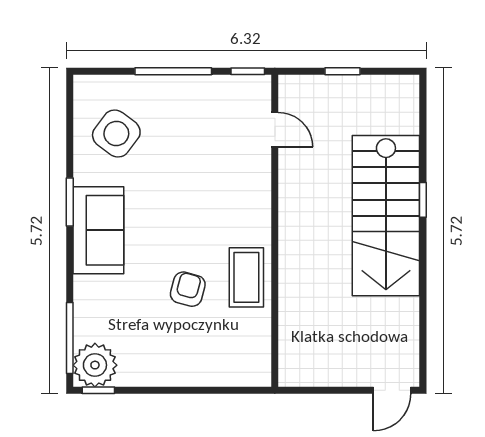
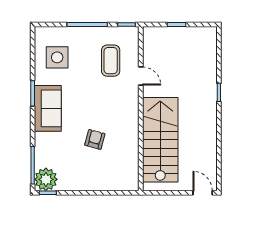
door: (275, 130) -> (141, 76), moved
side table: (116, 134) -> (57, 57), turned -37
stairs: (386, 216) -> (160, 140), moved, turned 180
coffee table: (246, 277) -> (111, 61), moved
door: (392, 390) -> (203, 193), swing flipped

